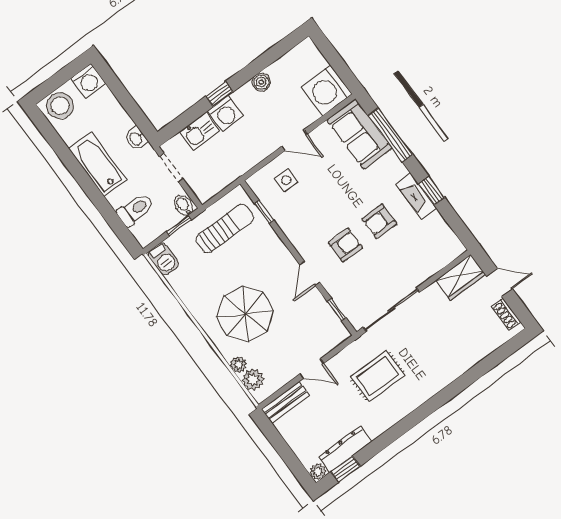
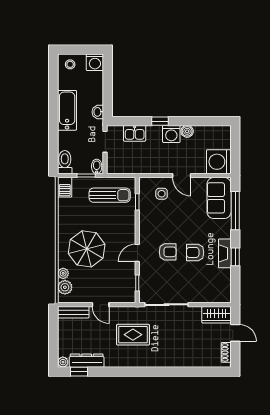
stool: (60, 106) -> (70, 64), width x0.53, depth x0.53
washing machine: (225, 114) -> (171, 134), moved
toilet: (135, 210) -> (65, 162), moved, turned -90

